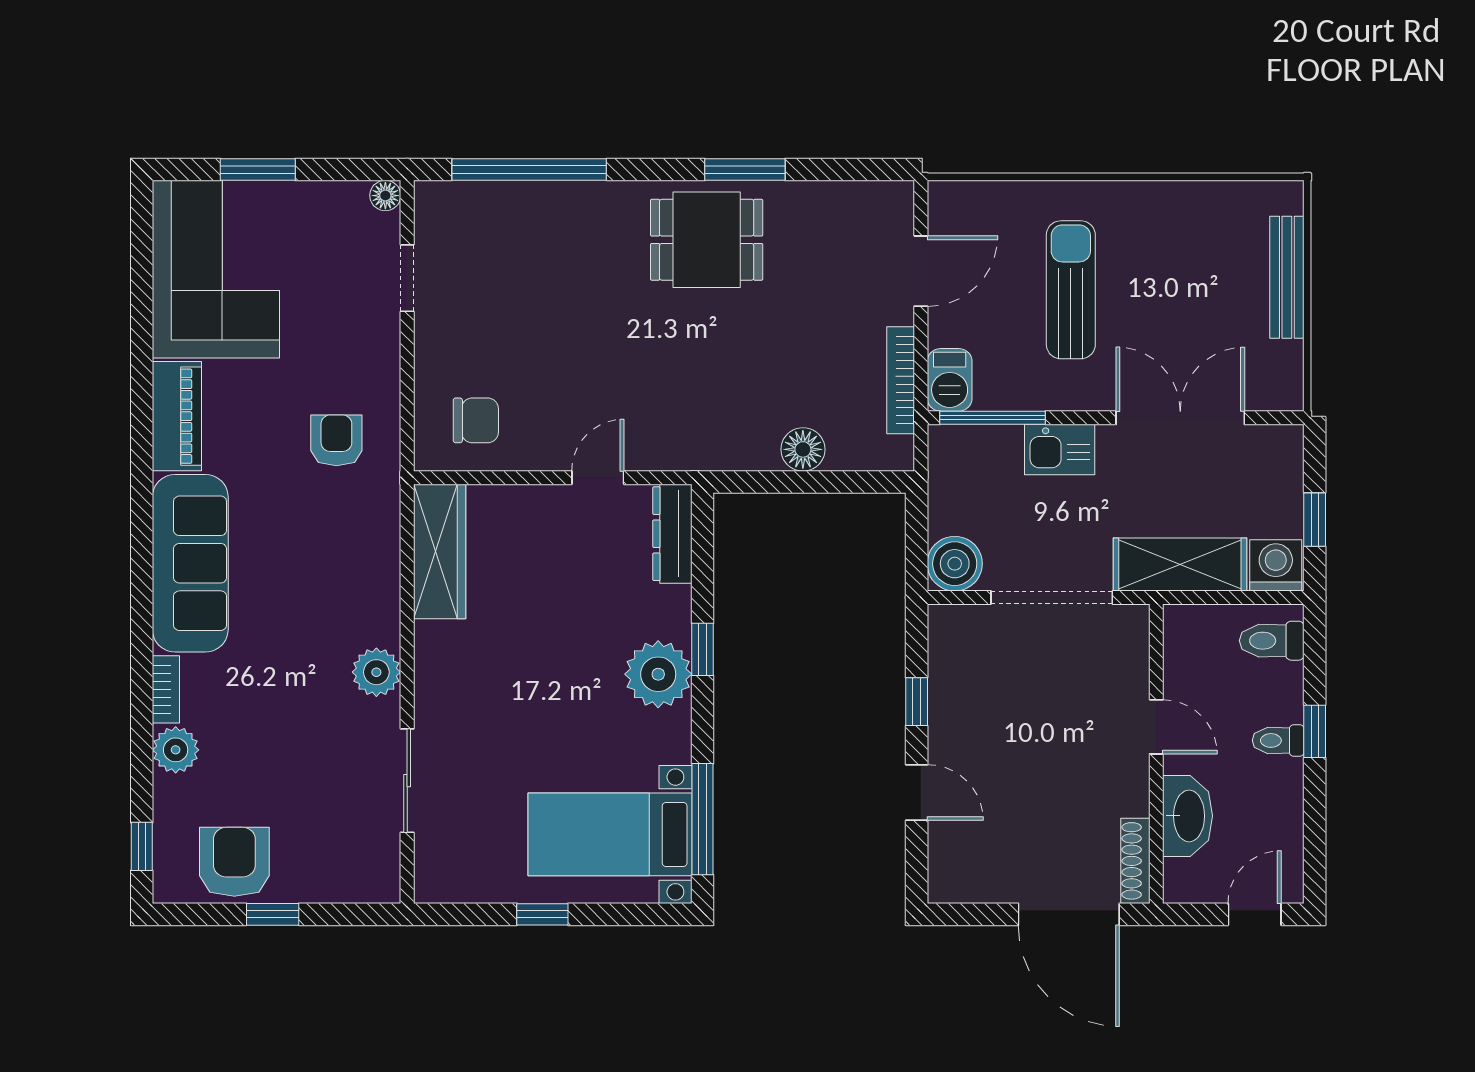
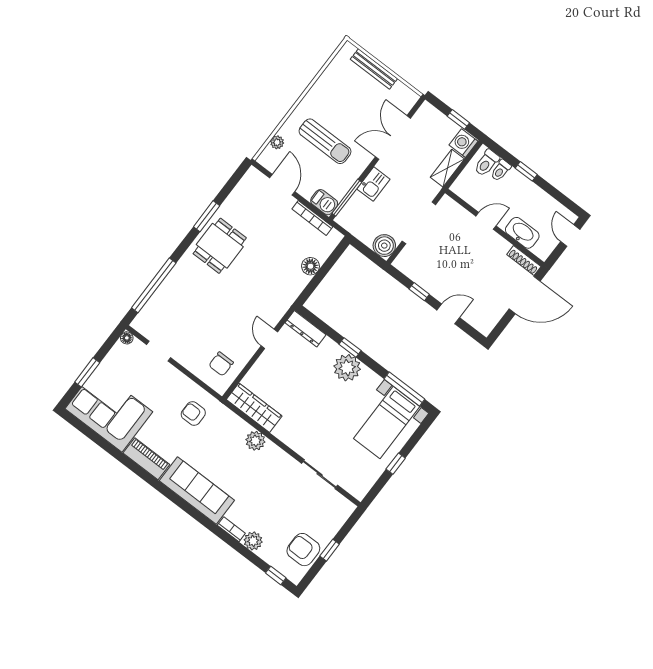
plant: (997, 197) -> (277, 142), added
sun lounger: (1071, 290) -> (325, 141), turned 180
chair: (476, 420) -> (221, 364), turned 180
shelving: (1180, 564) -> (447, 168), width x0.67, depth x0.75
plant: (376, 672) -> (255, 441), moved
toilet: (1278, 740) -> (501, 170), moved

